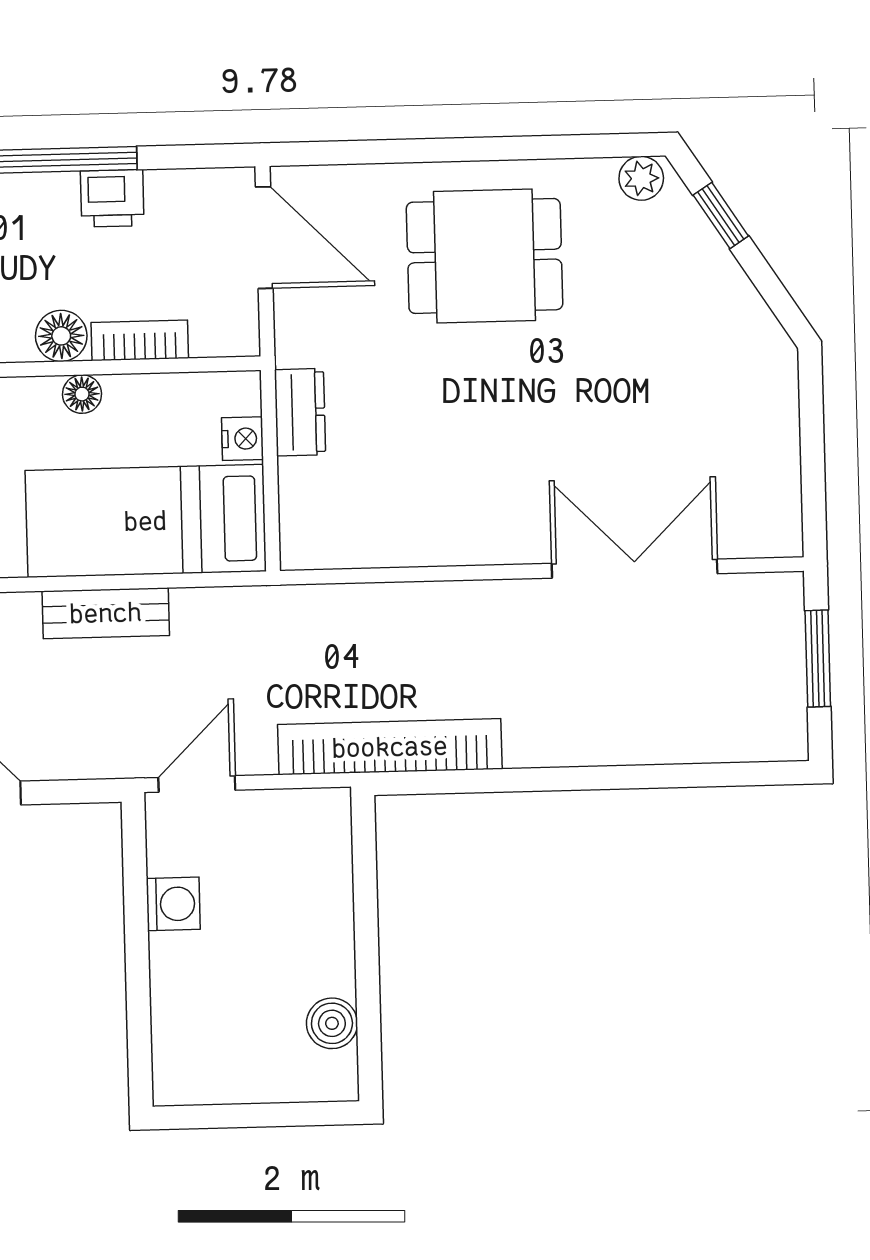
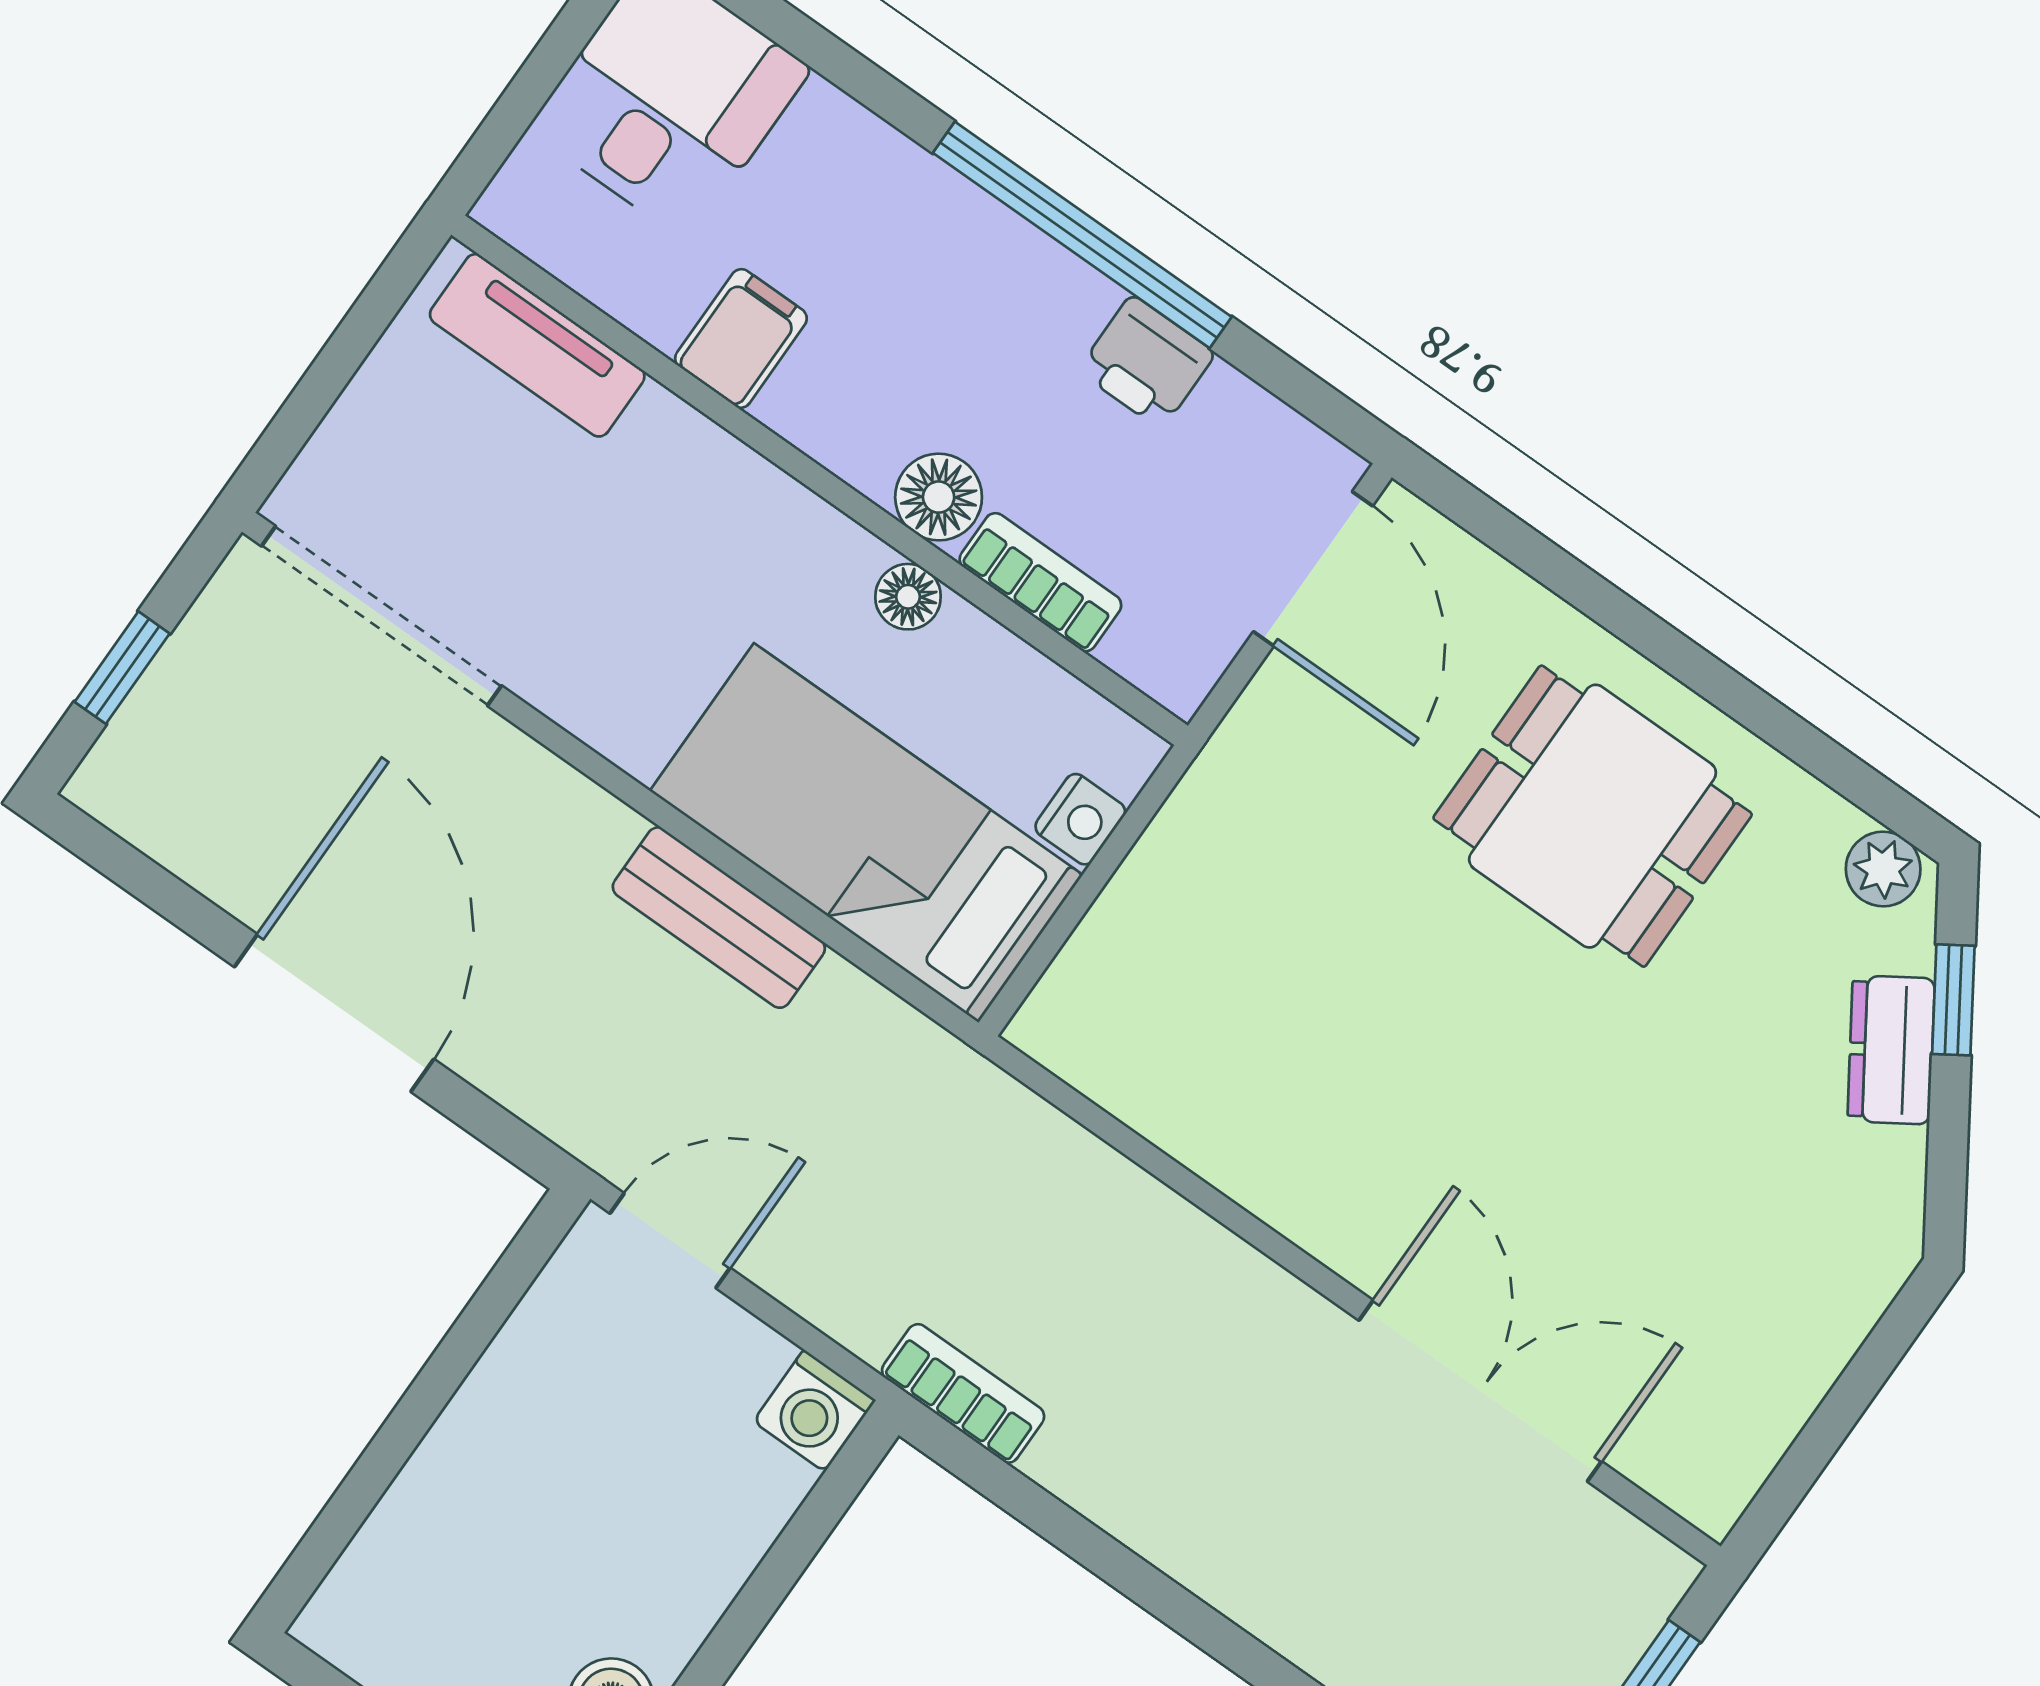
dresser: (300, 412) -> (1891, 1050), moved, turned 147
bookcase: (390, 747) -> (963, 1393), width x0.43, depth x0.76
washing machine: (173, 904) -> (814, 1411), moved, turned 90

